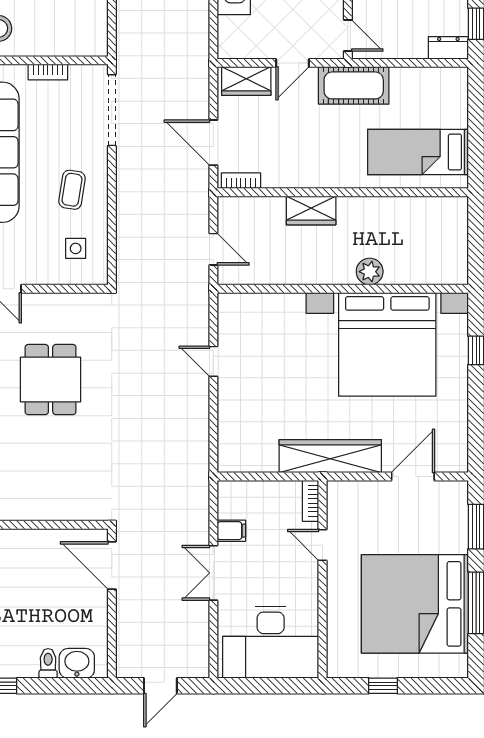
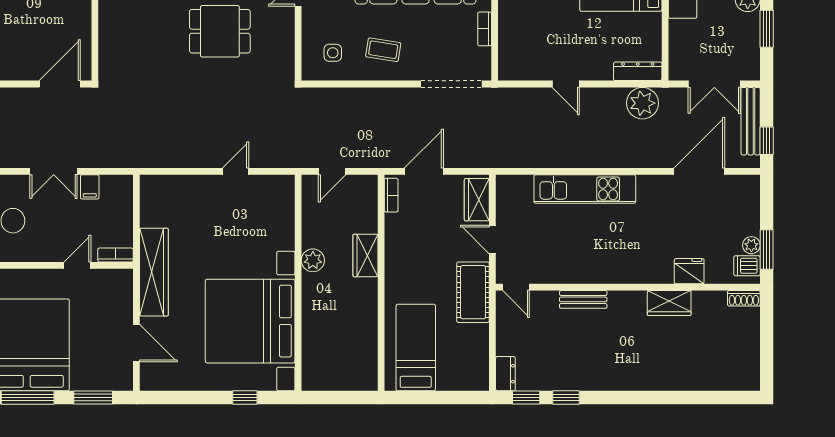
door: (348, 36) -> (516, 287), hinge flipped
plant: (370, 272) -> (313, 260), moved
double door: (213, 573) -> (54, 171), swing flipped

